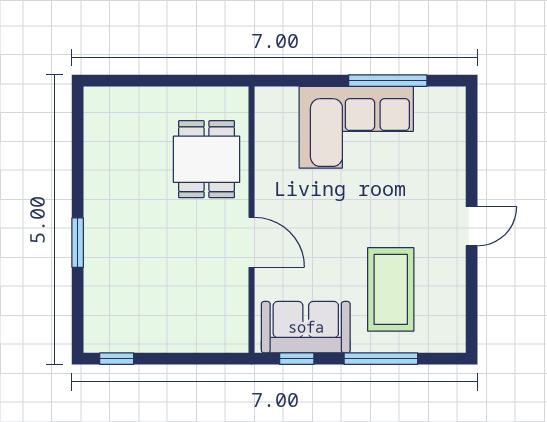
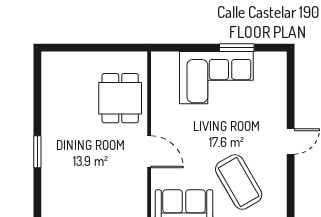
window: (388, 81) -> (237, 48), width x0.69
coffee table: (391, 289) -> (239, 182), turned -30

